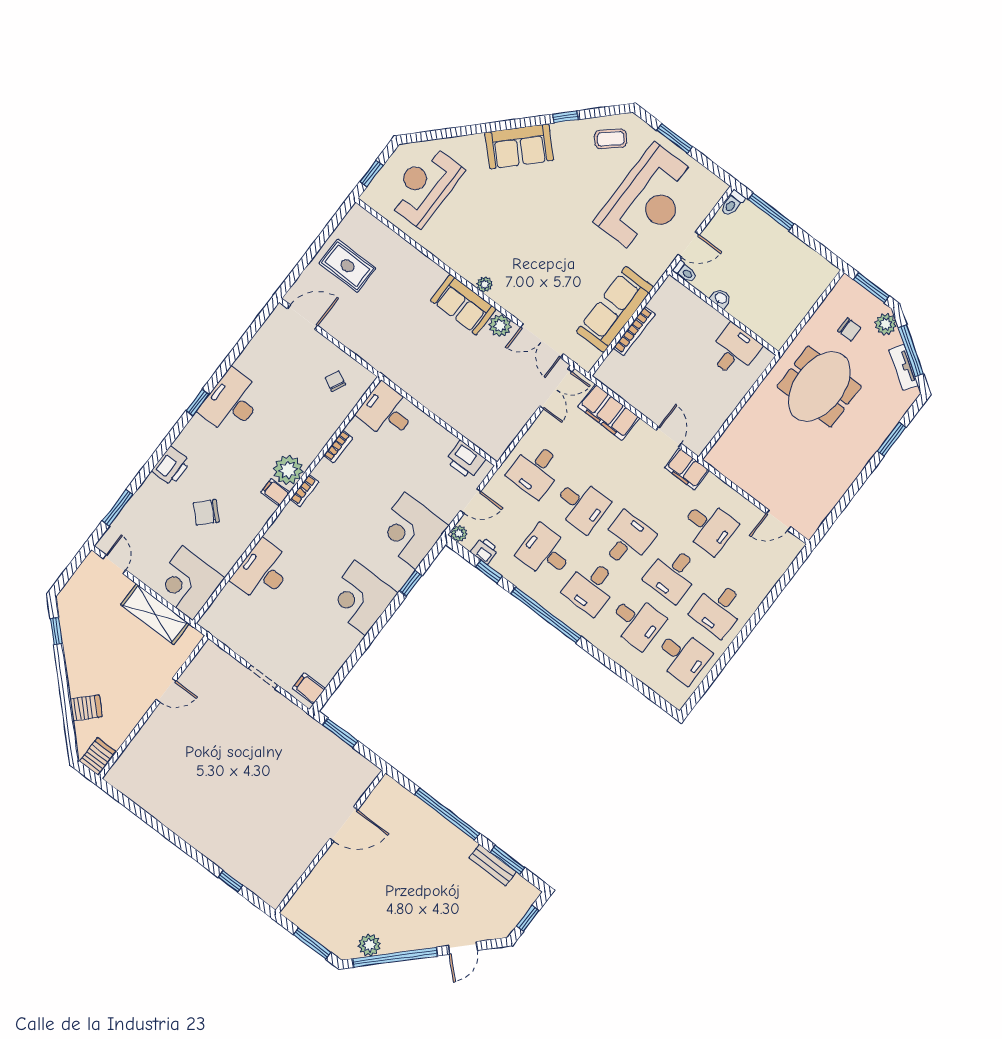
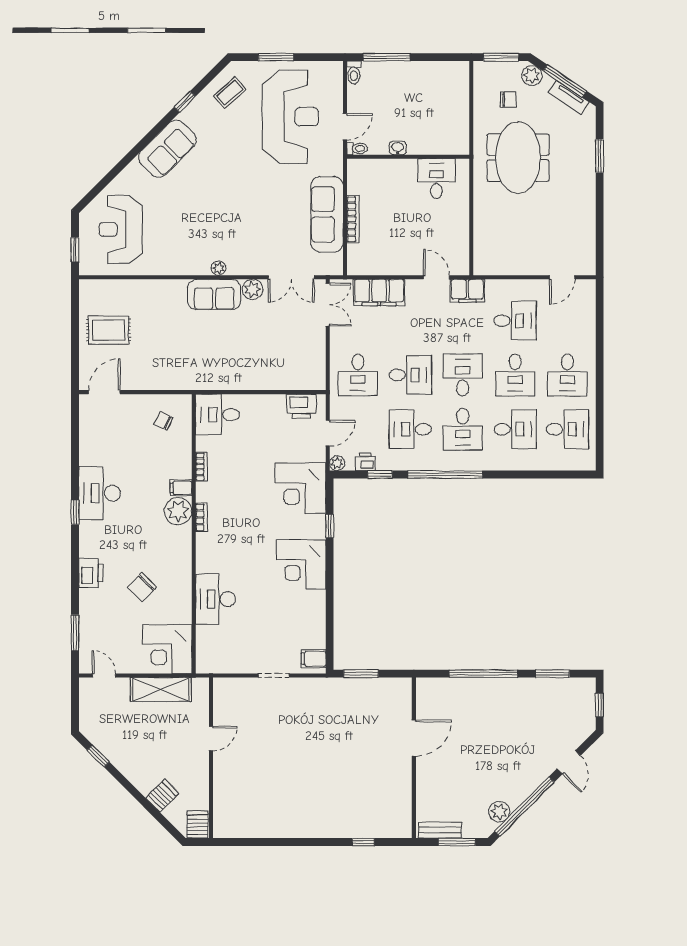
filing cabinet: (275, 492) -> (181, 488), moved
bench: (493, 865) -> (440, 830), moved

